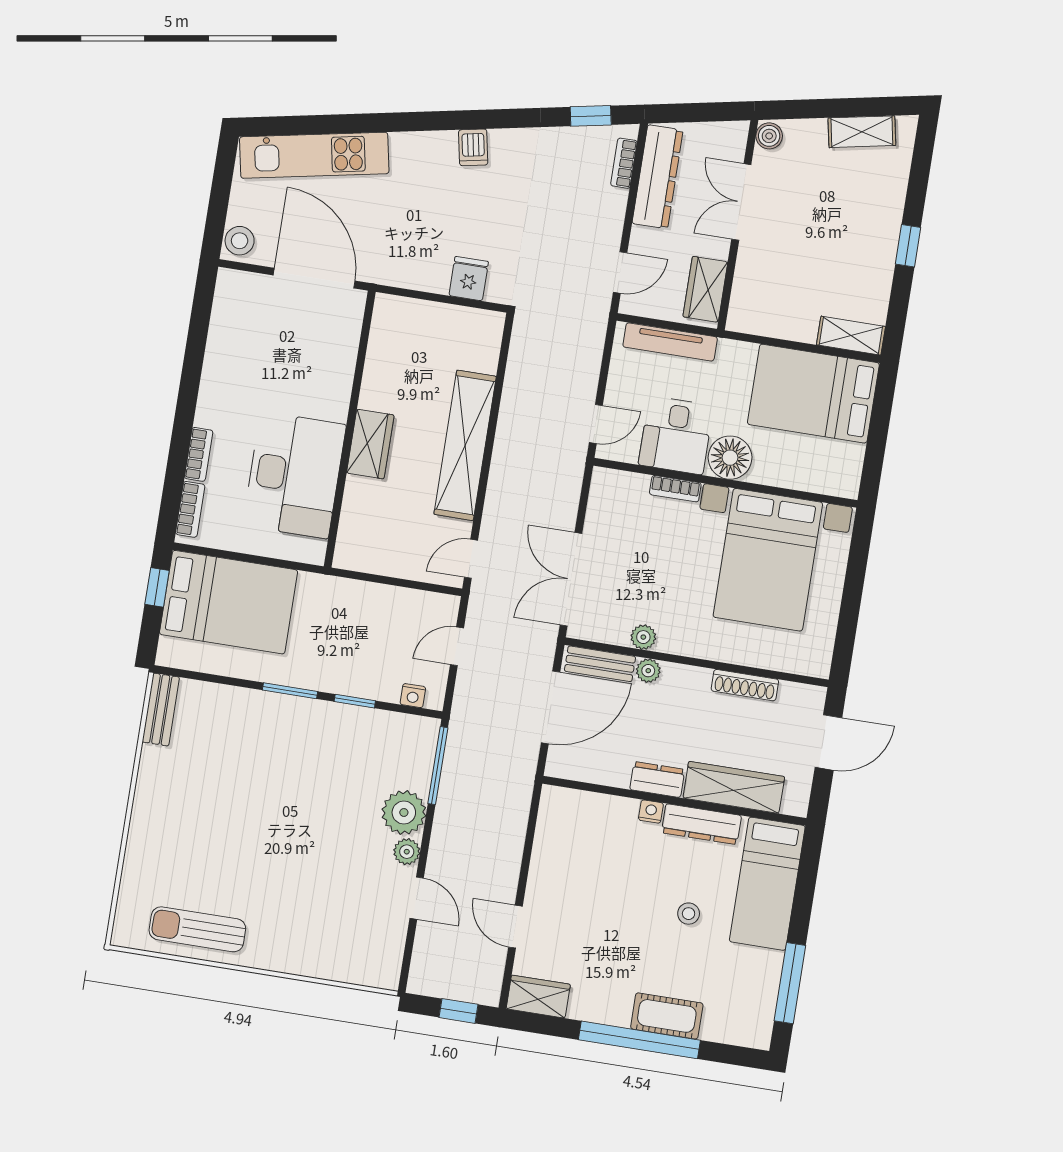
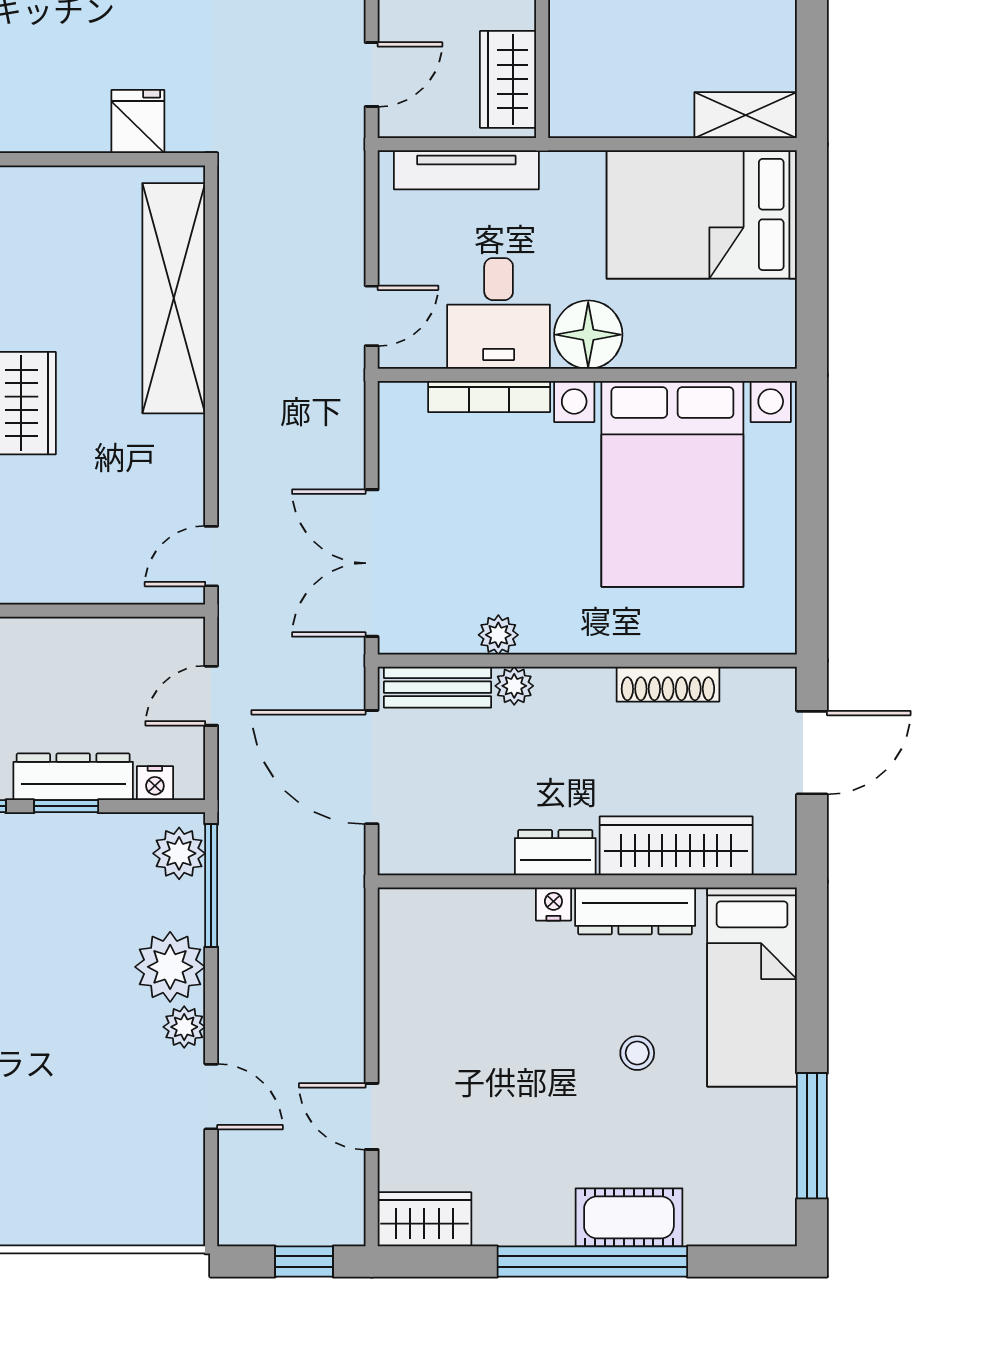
shelving: (465, 445) -> (174, 298), moved
bookcase: (675, 489) -> (489, 397), width x1.56
dresser: (362, 683) -> (73, 777), added
door: (551, 707) -> (372, 767), swing flipped
plant: (421, 742) -> (179, 853), added

